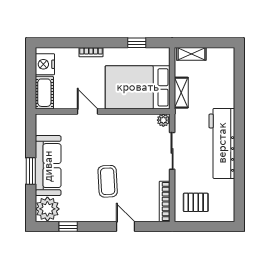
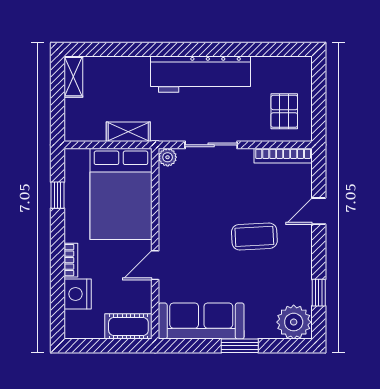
shelving: (191, 54) -> (73, 77), moved
nightstand: (45, 64) -> (78, 294), moved, turned 90
sofa: (48, 166) -> (201, 321), moved

